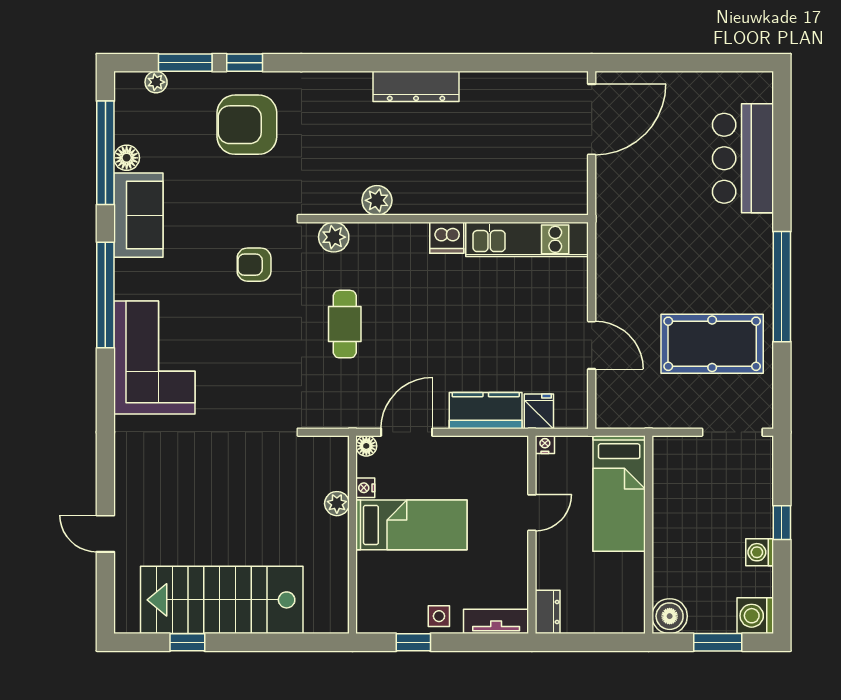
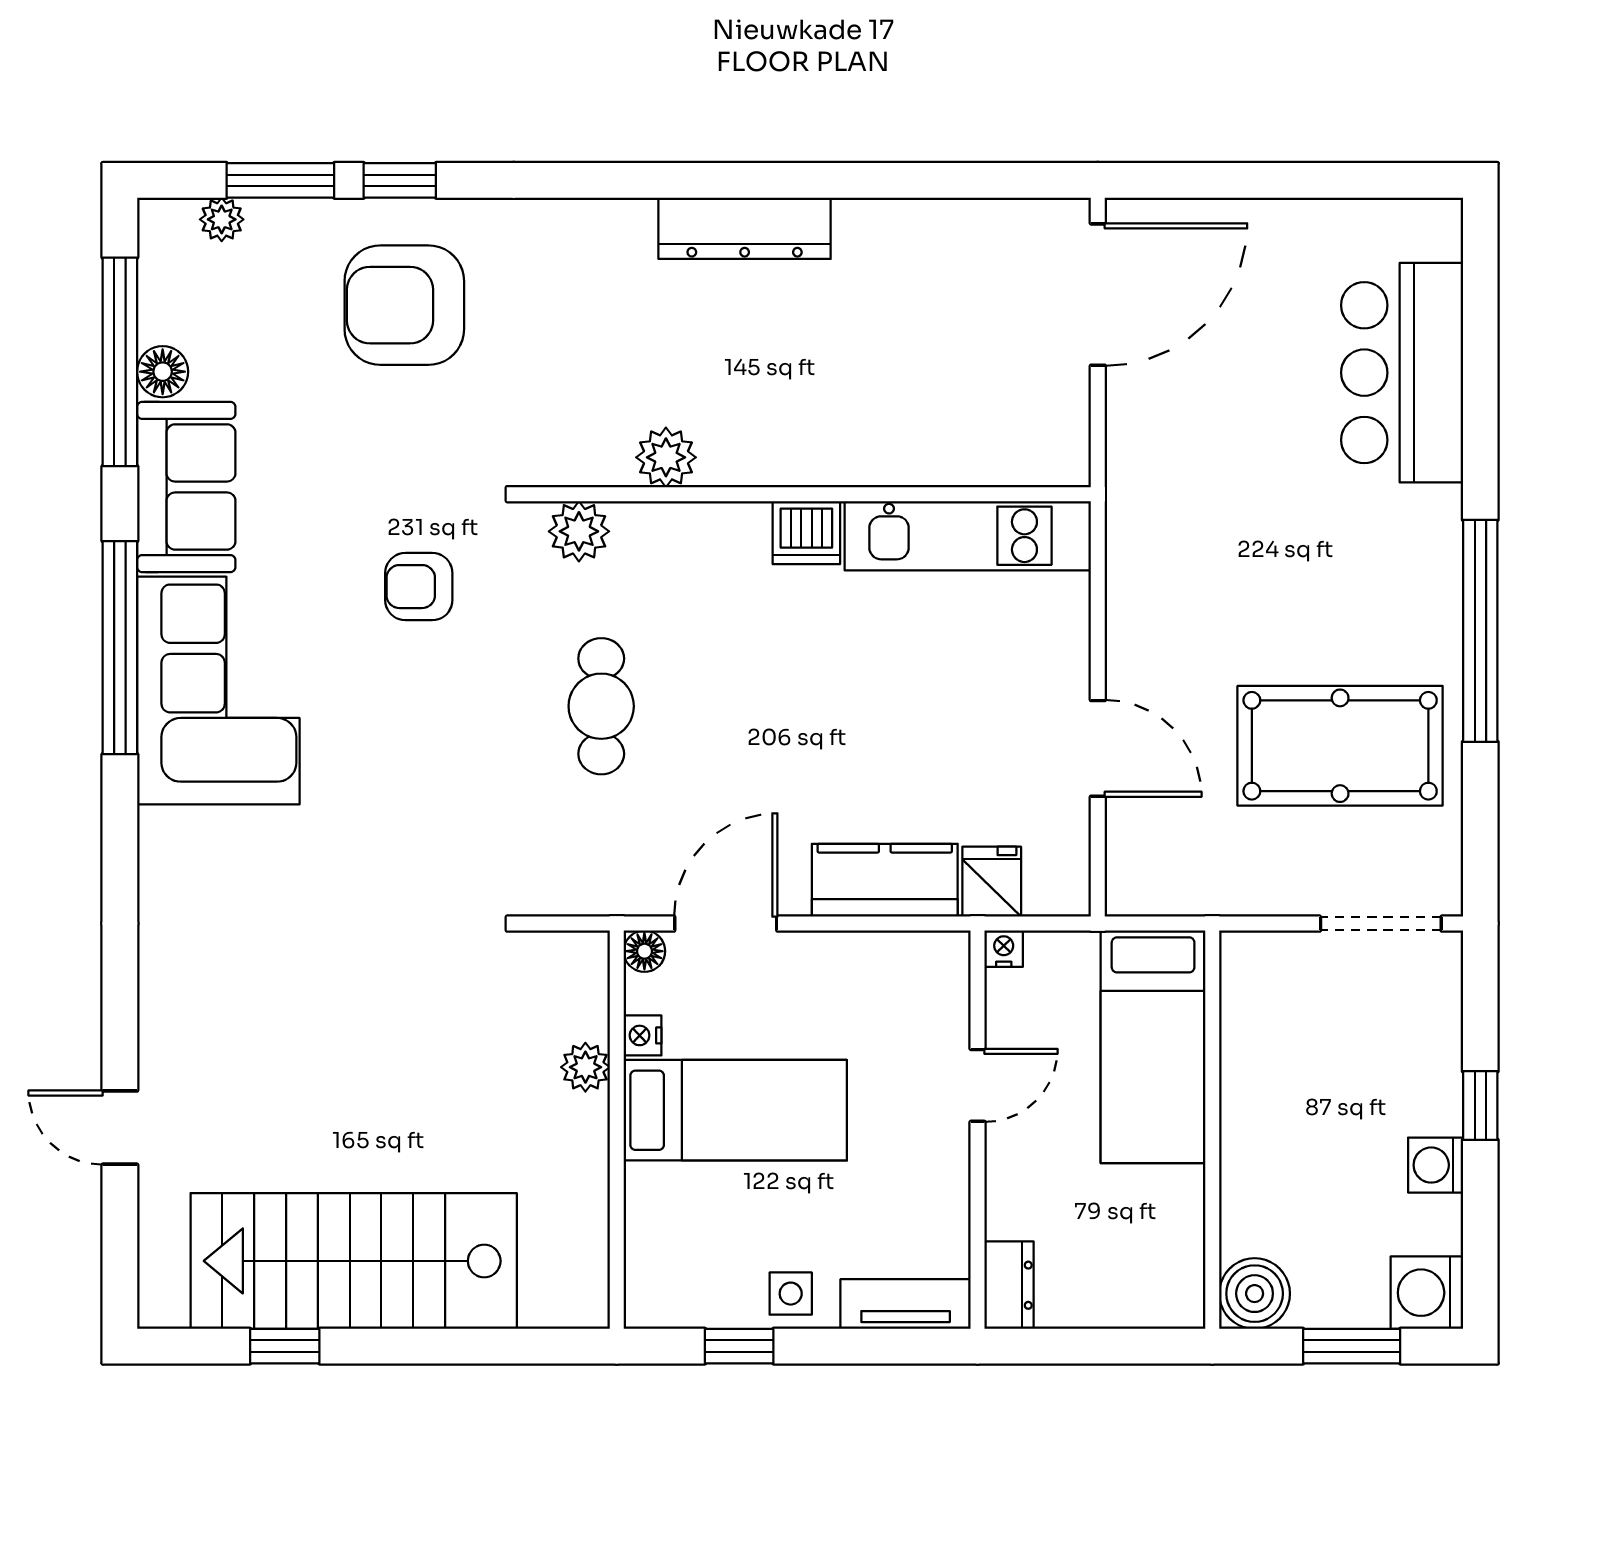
corner sofa: (154, 358) -> (218, 691), moved

